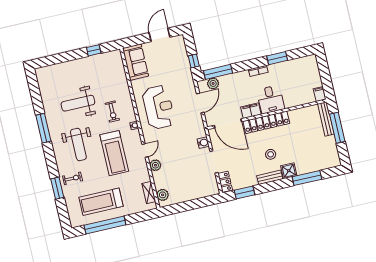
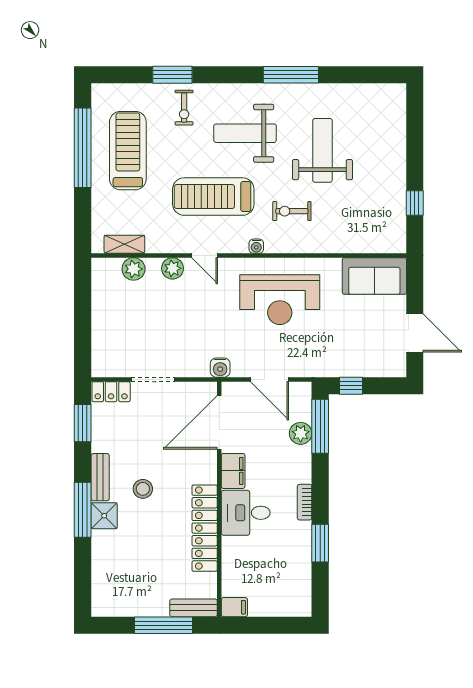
plant: (213, 83) -> (301, 433), moved
bench: (326, 119) -> (194, 608), width x0.73
locker: (266, 122) -> (205, 528), moved
water cooler: (203, 143) -> (220, 368), moved
window: (307, 178) -> (83, 510), moved
plant: (163, 195) -> (134, 269), moved

